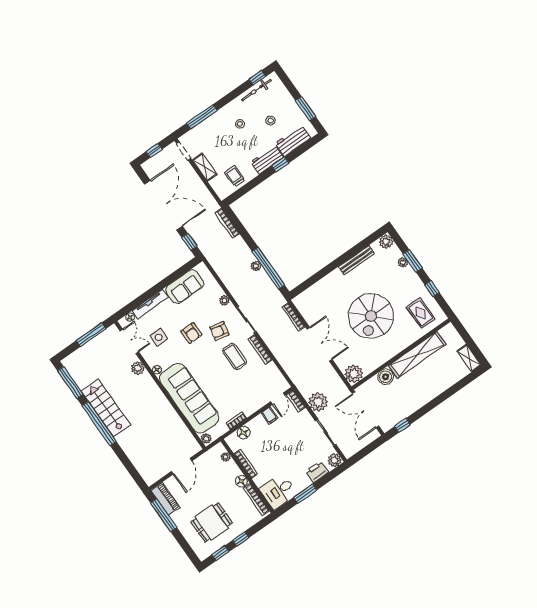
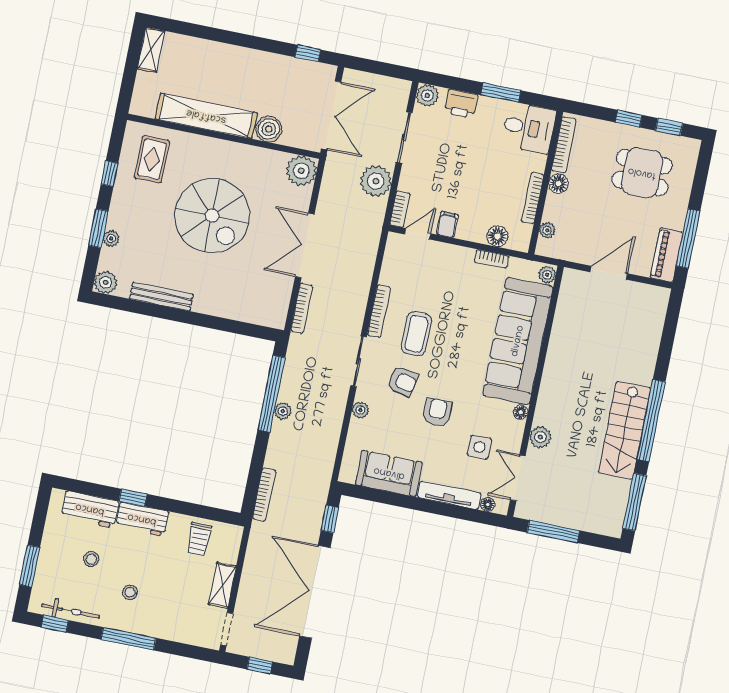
window: (305, 108) -> (30, 566), moved
window: (202, 117) -> (129, 639), moved
spiral stairs: (371, 316) -> (212, 216), turned 90

